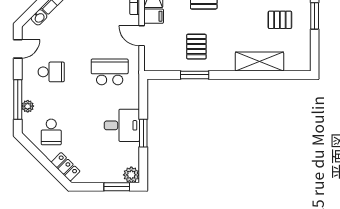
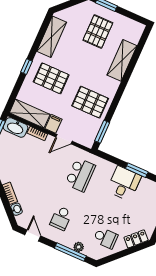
pallet: (280, 20) -> (98, 31), width x1.50, depth x1.42
pallet: (196, 47) -> (90, 102), width x1.50, depth x1.42
school desk: (51, 72) -> (61, 218), turned 180
school desk: (110, 72) -> (80, 175), turned 180
window: (195, 75) -> (102, 132), moved

